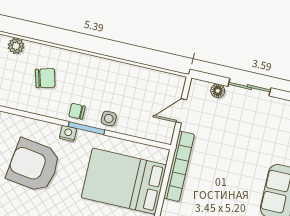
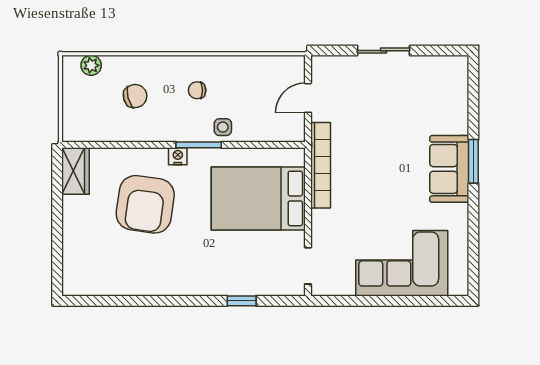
floor lamp: (218, 91) -> (346, 64), removed
chair: (77, 111) -> (197, 90), moved
armchair: (34, 165) -> (145, 204), turned -90

